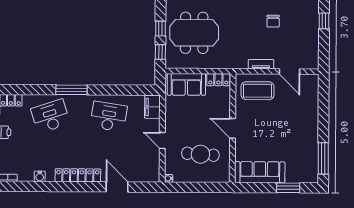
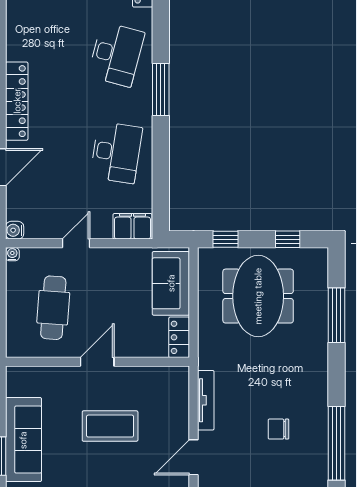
window: (160, 29) -> (288, 239), moved
tv unit: (261, 64) -> (206, 400), width x1.41
coffee table: (257, 91) -> (110, 426), moved, turned 90
desk: (51, 116) -> (116, 54), turned 33
sofa: (260, 172) -> (23, 440), moved
water cooler: (40, 176) -> (15, 230), moved

